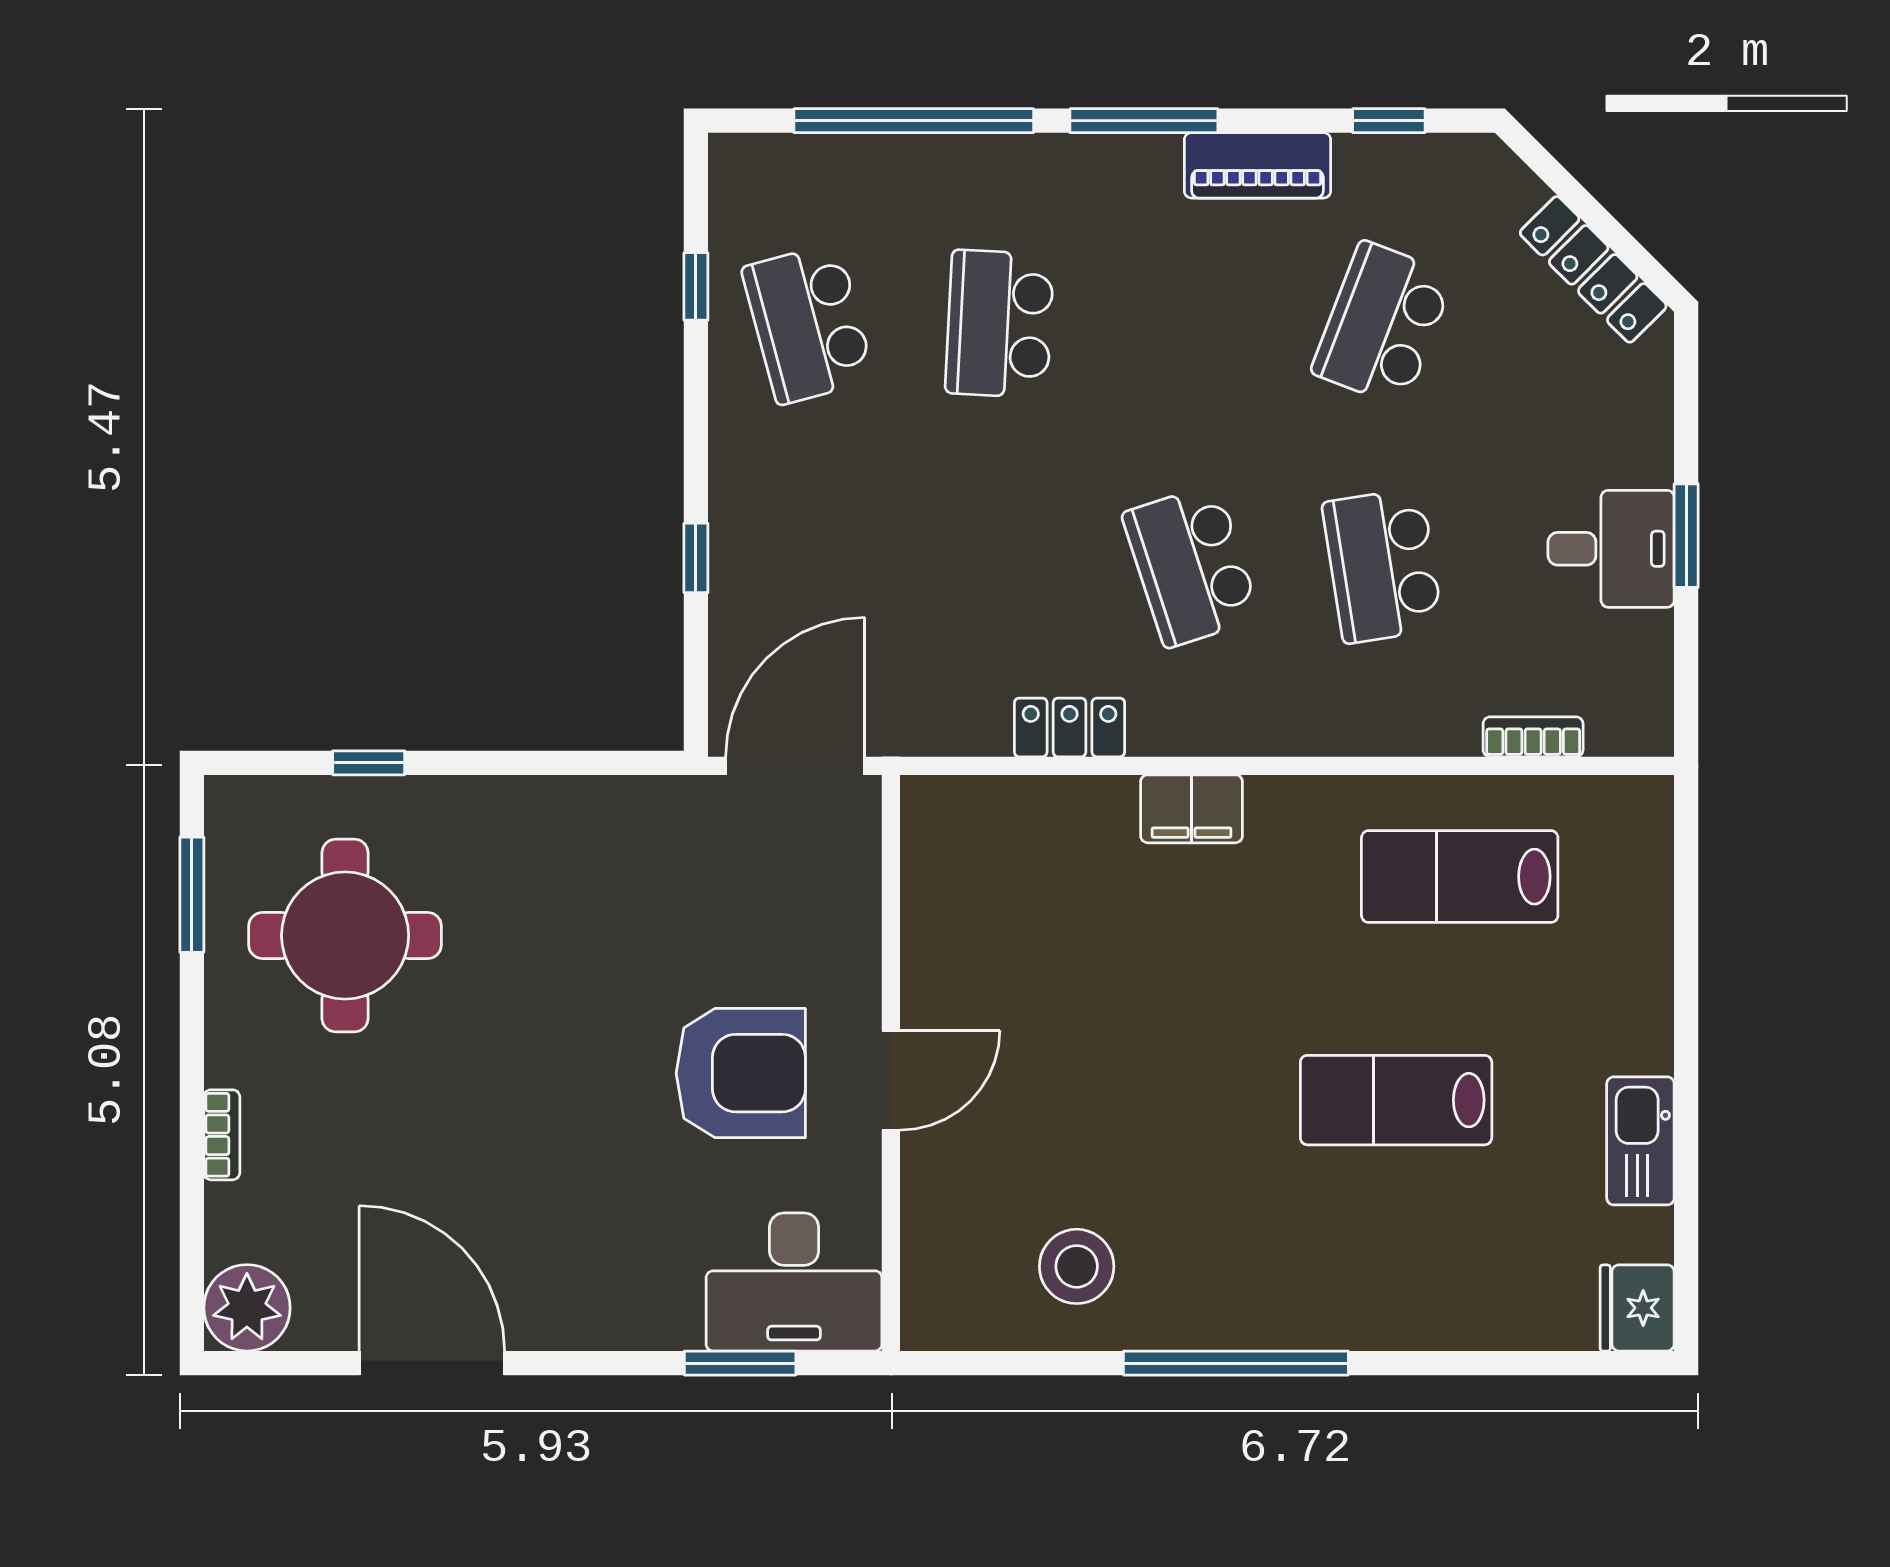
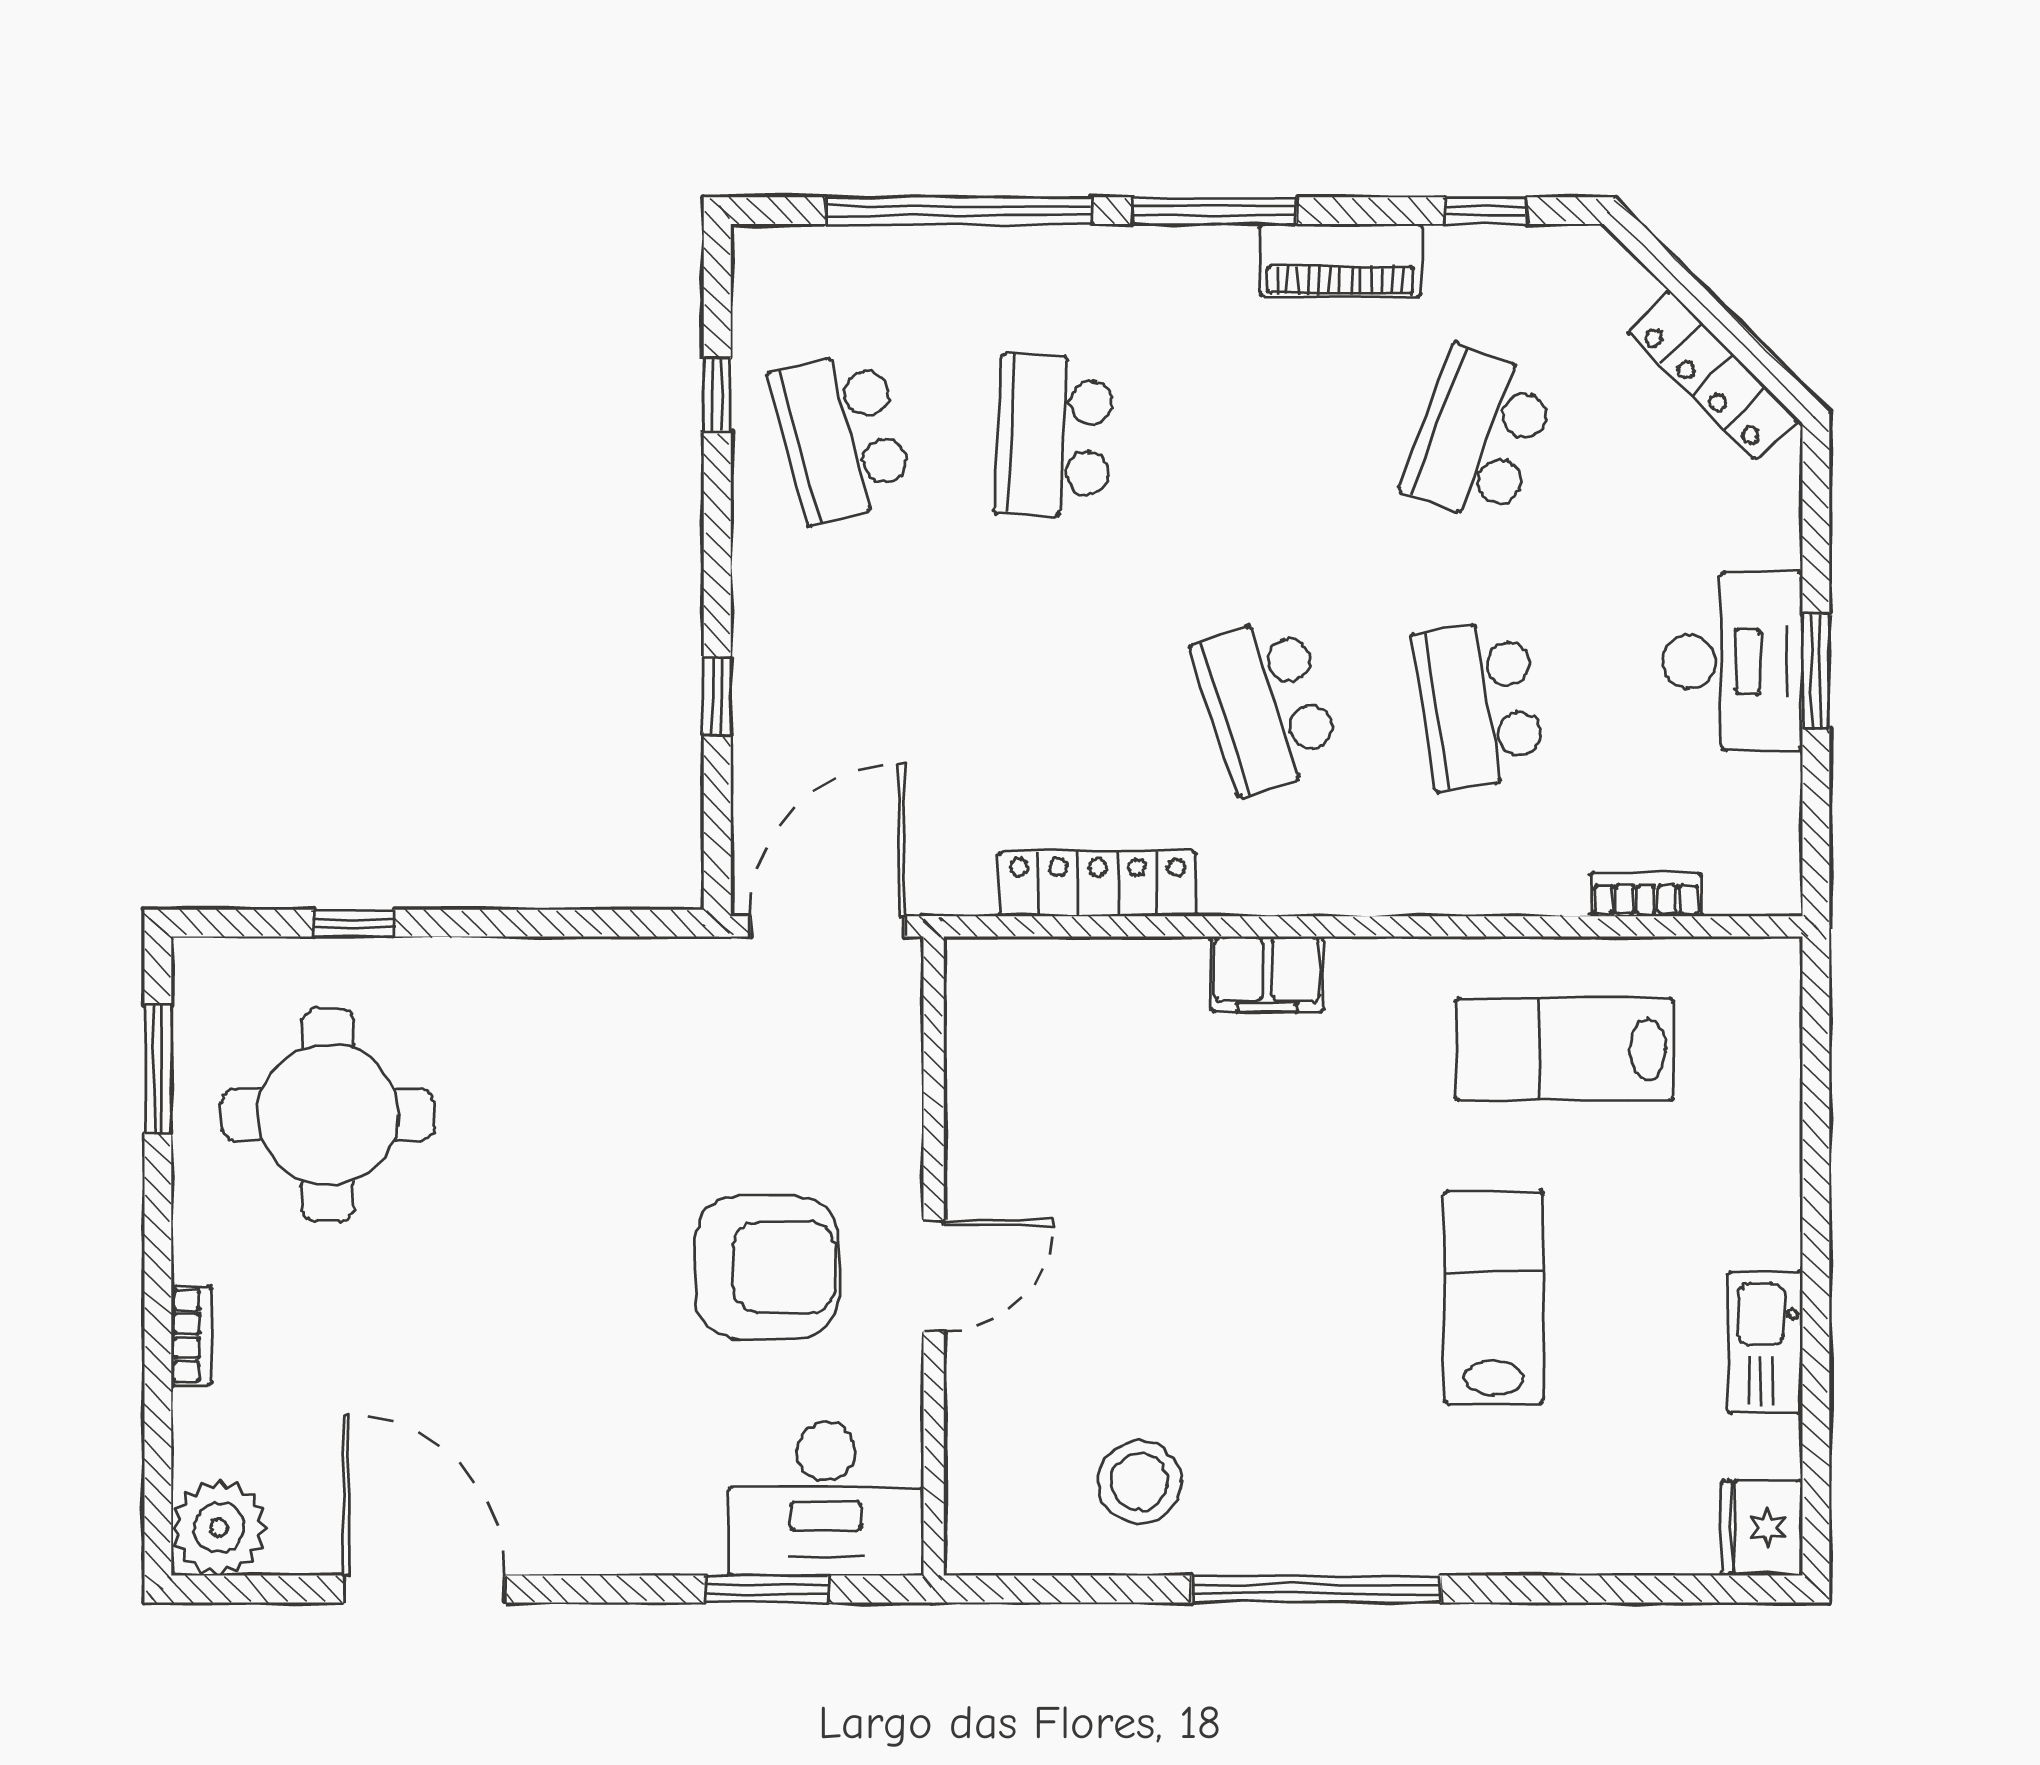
desk: (1611, 549) -> (1733, 661), width x1.37
locker: (1070, 727) -> (1098, 884), width x1.53
lab bench: (1396, 1100) -> (1494, 1297), turned 90

